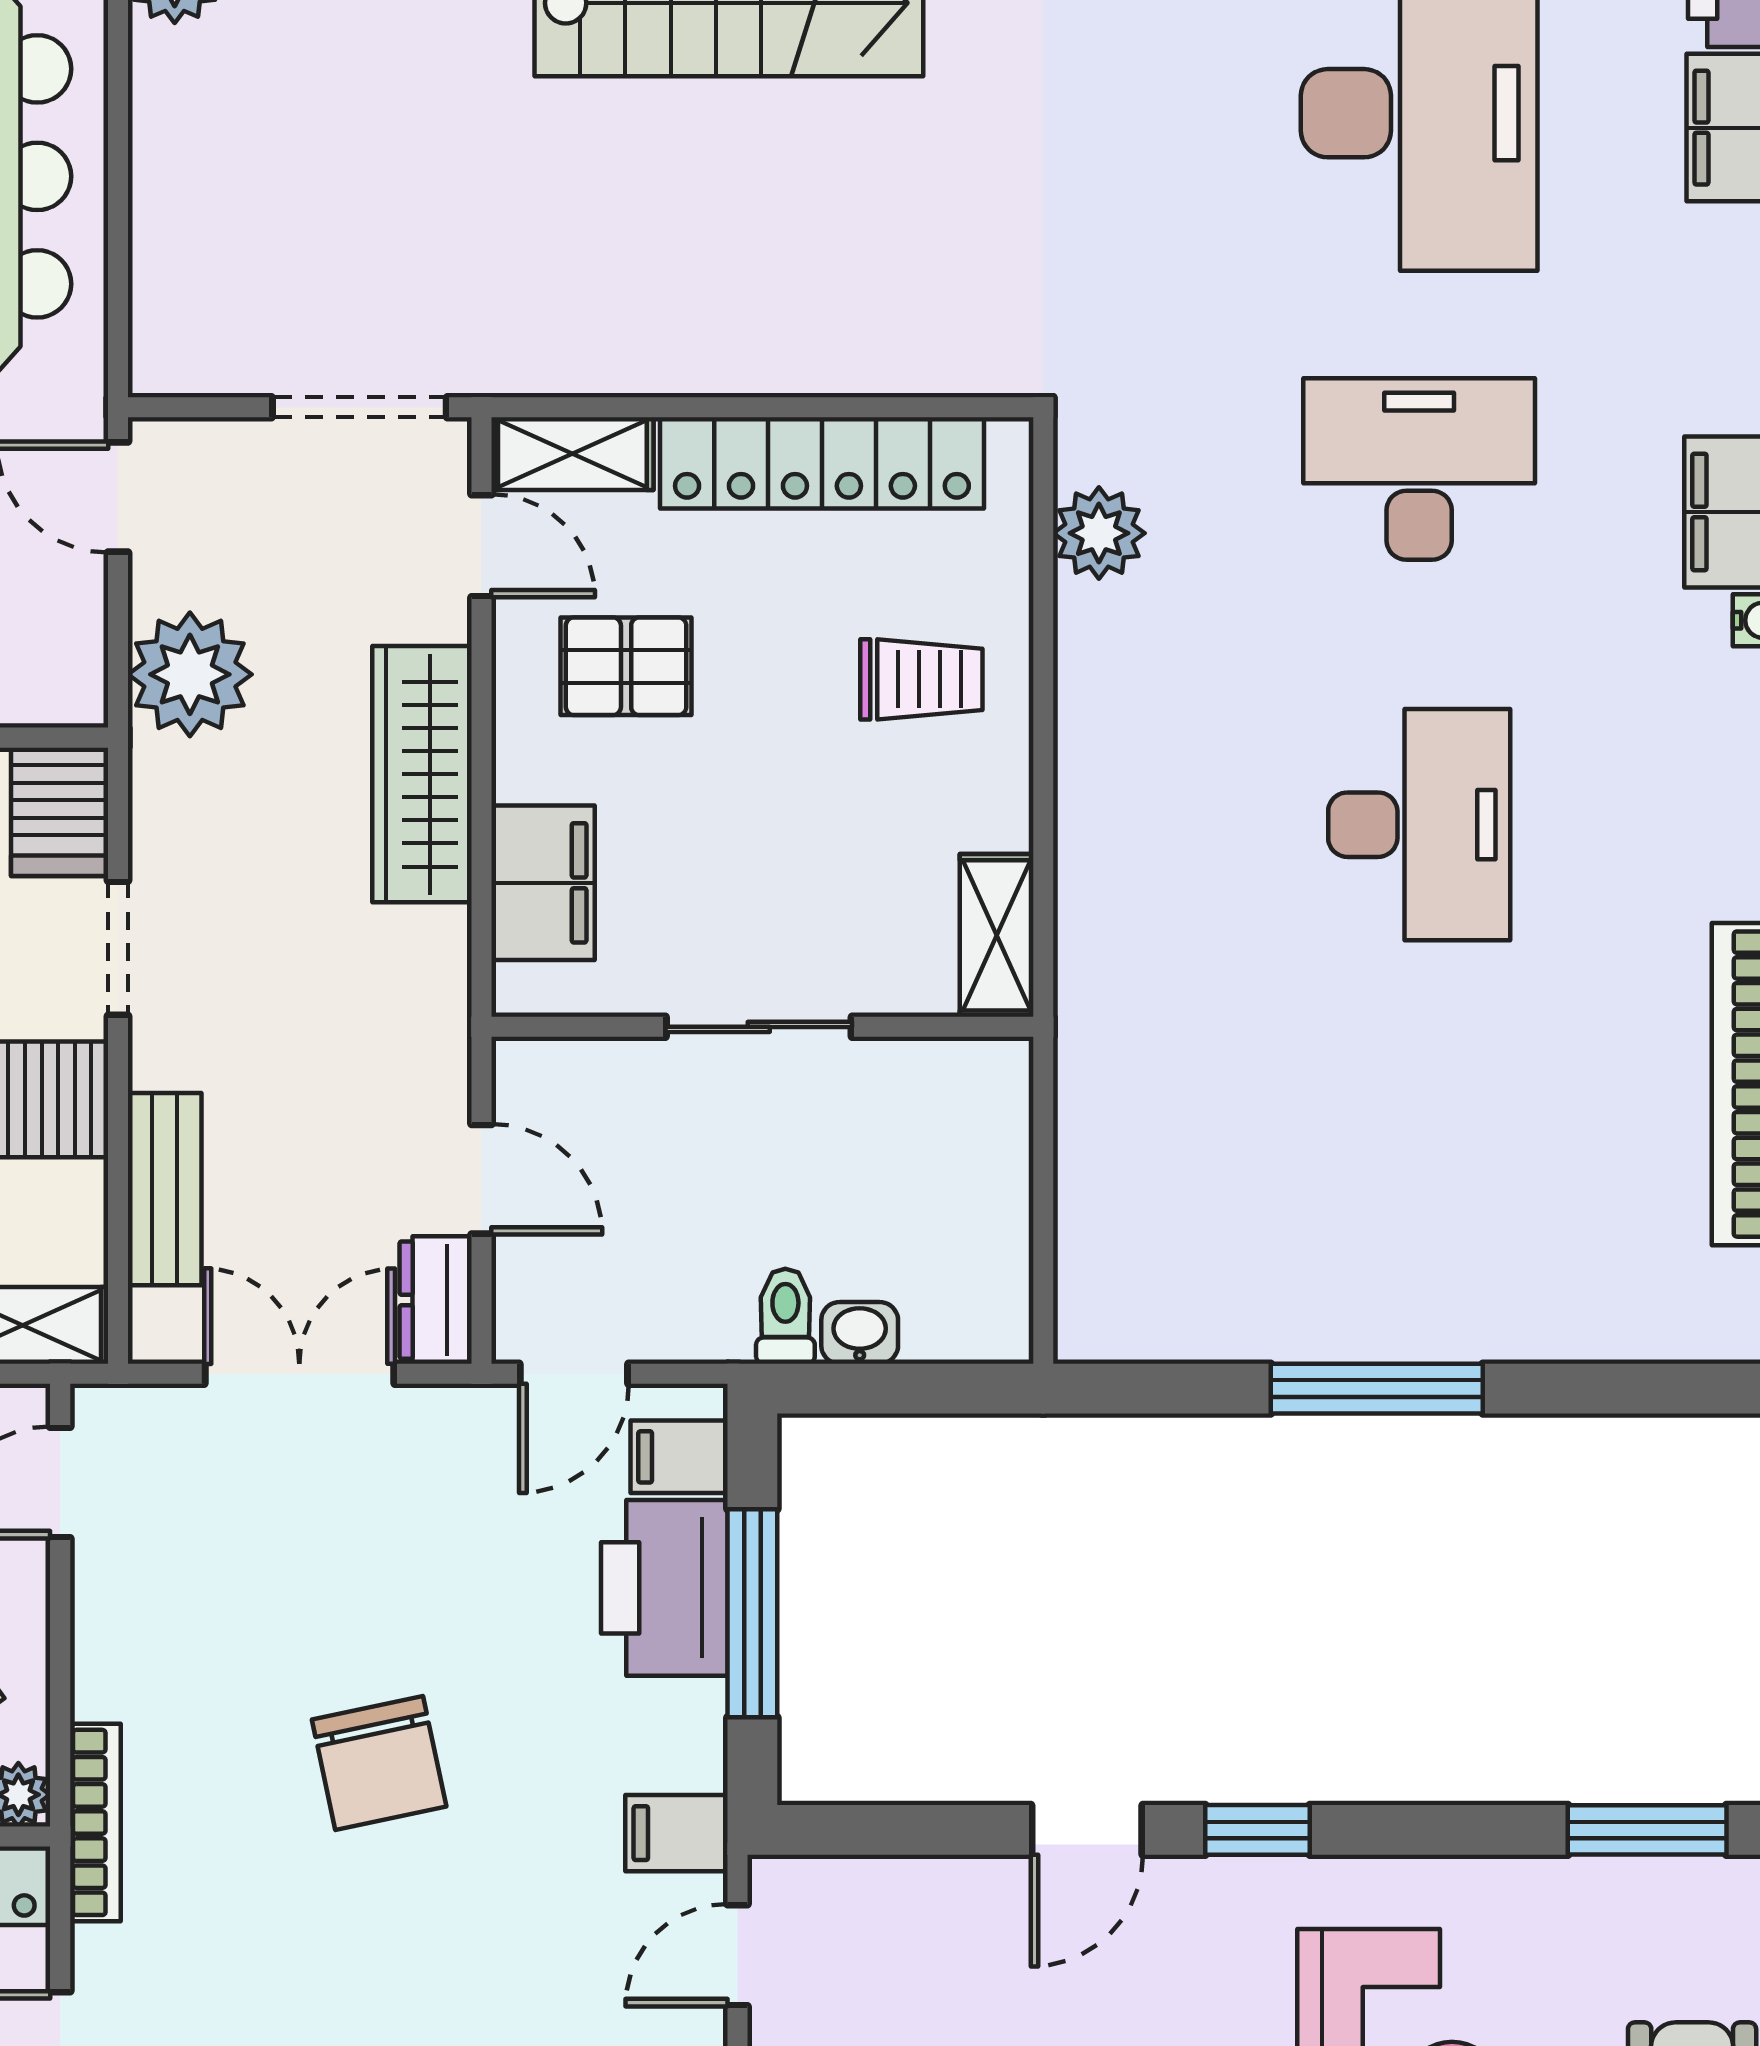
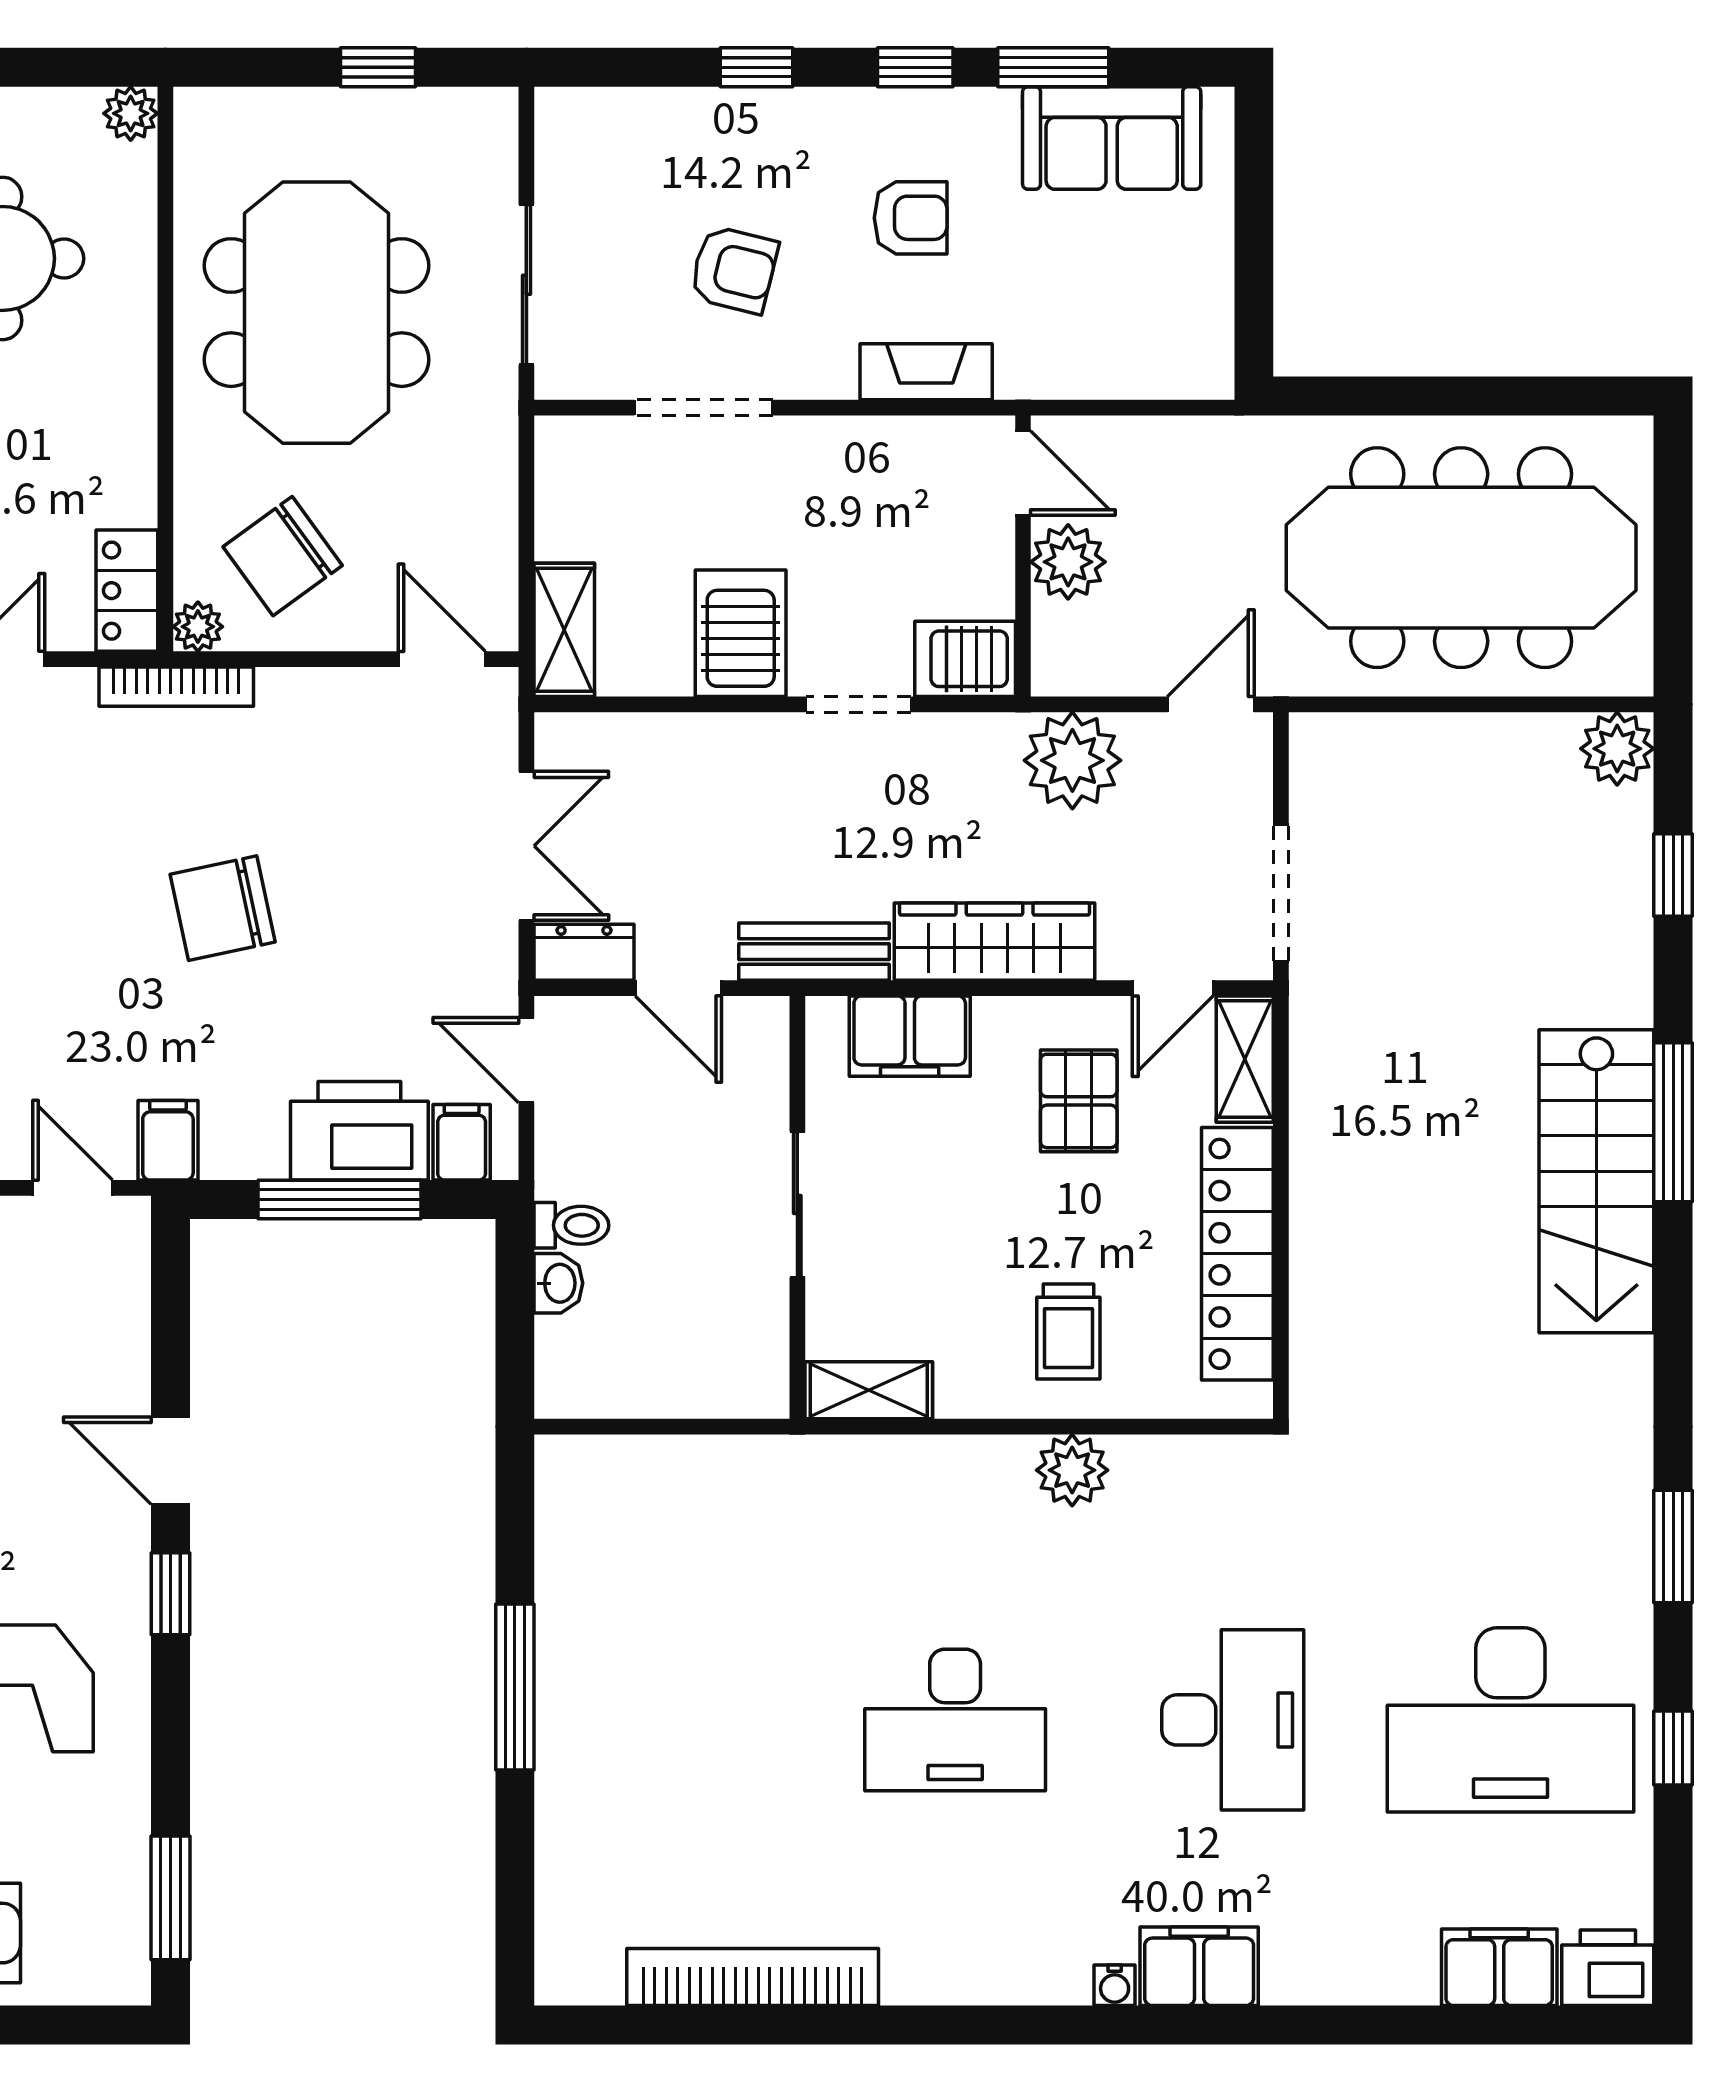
plant: (1099, 533) -> (1072, 1470), moved
door: (481, 1179) -> (678, 988), hinge flipped
bench: (165, 1189) -> (814, 952), moved

